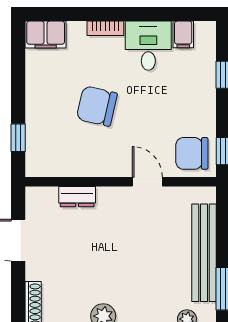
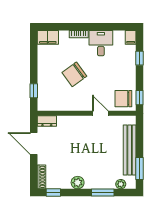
filing cabinet: (183, 34) -> (131, 37), moved
chair: (97, 106) -> (74, 74), turned -49
dresser: (77, 197) -> (47, 121), moved

